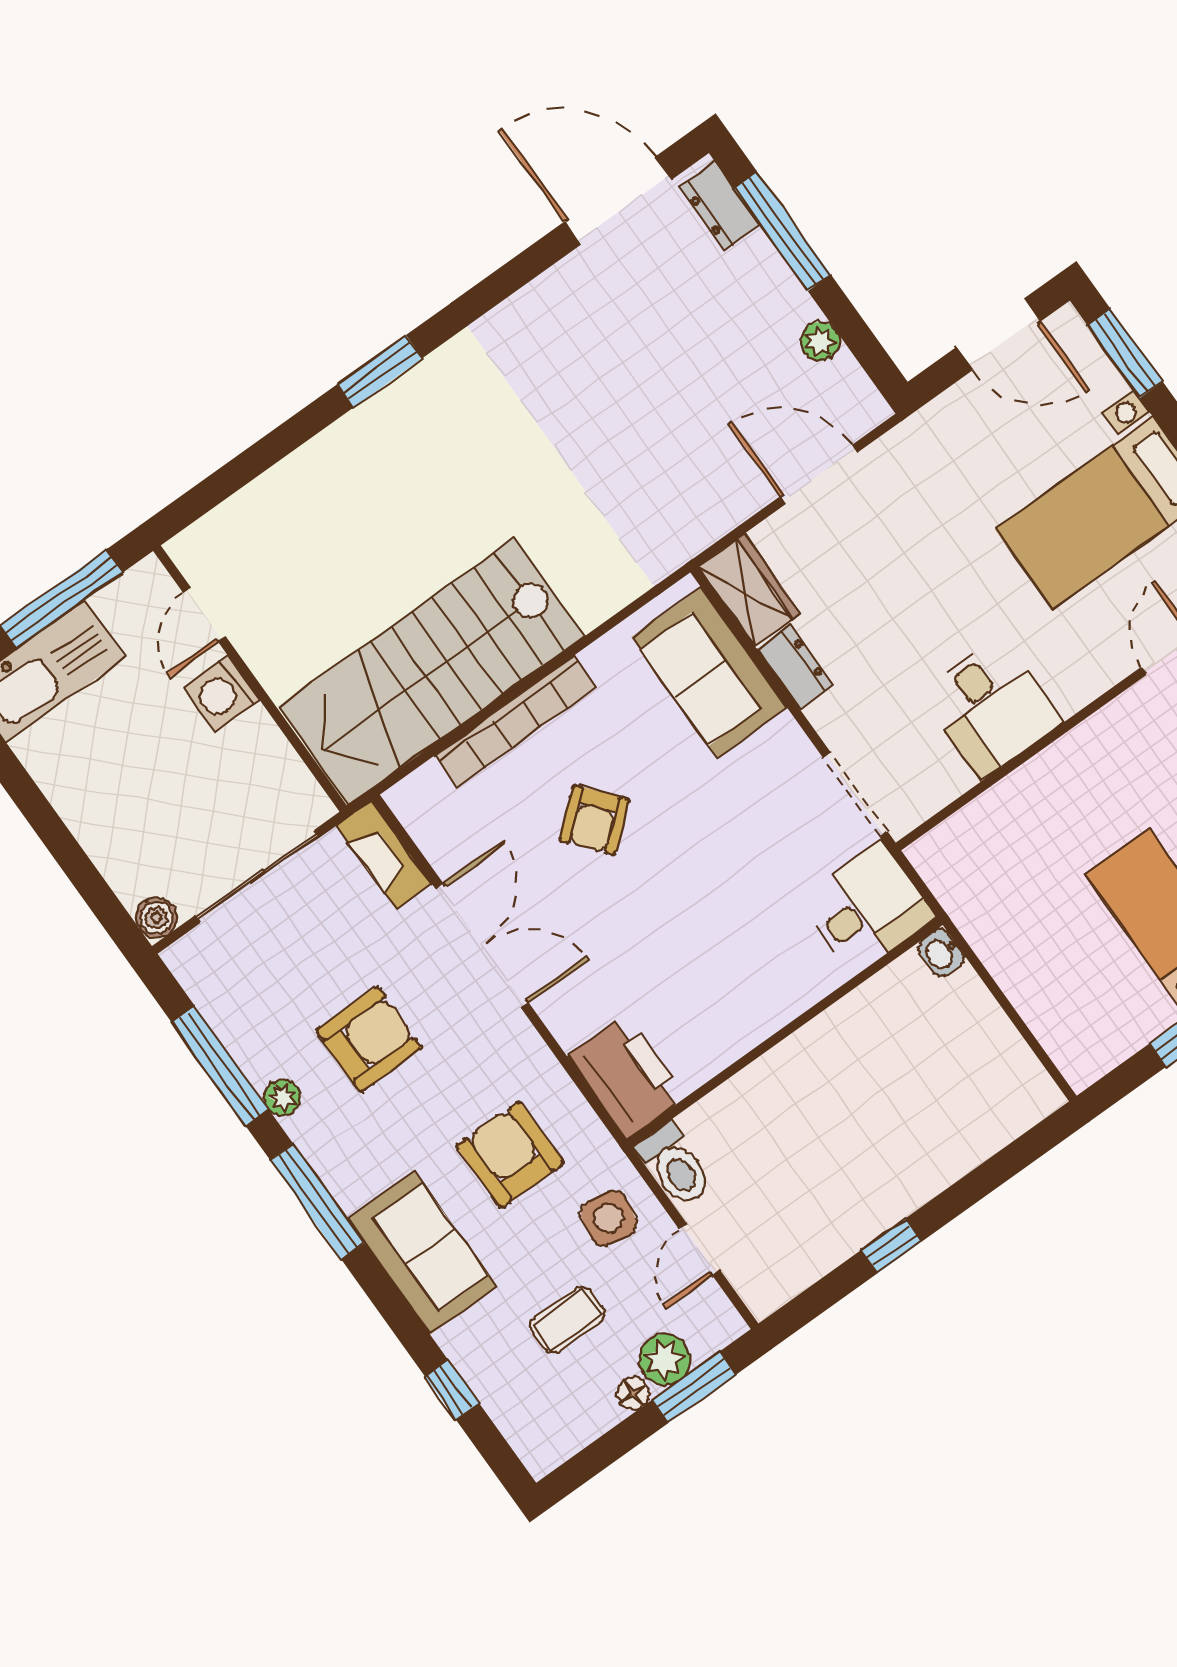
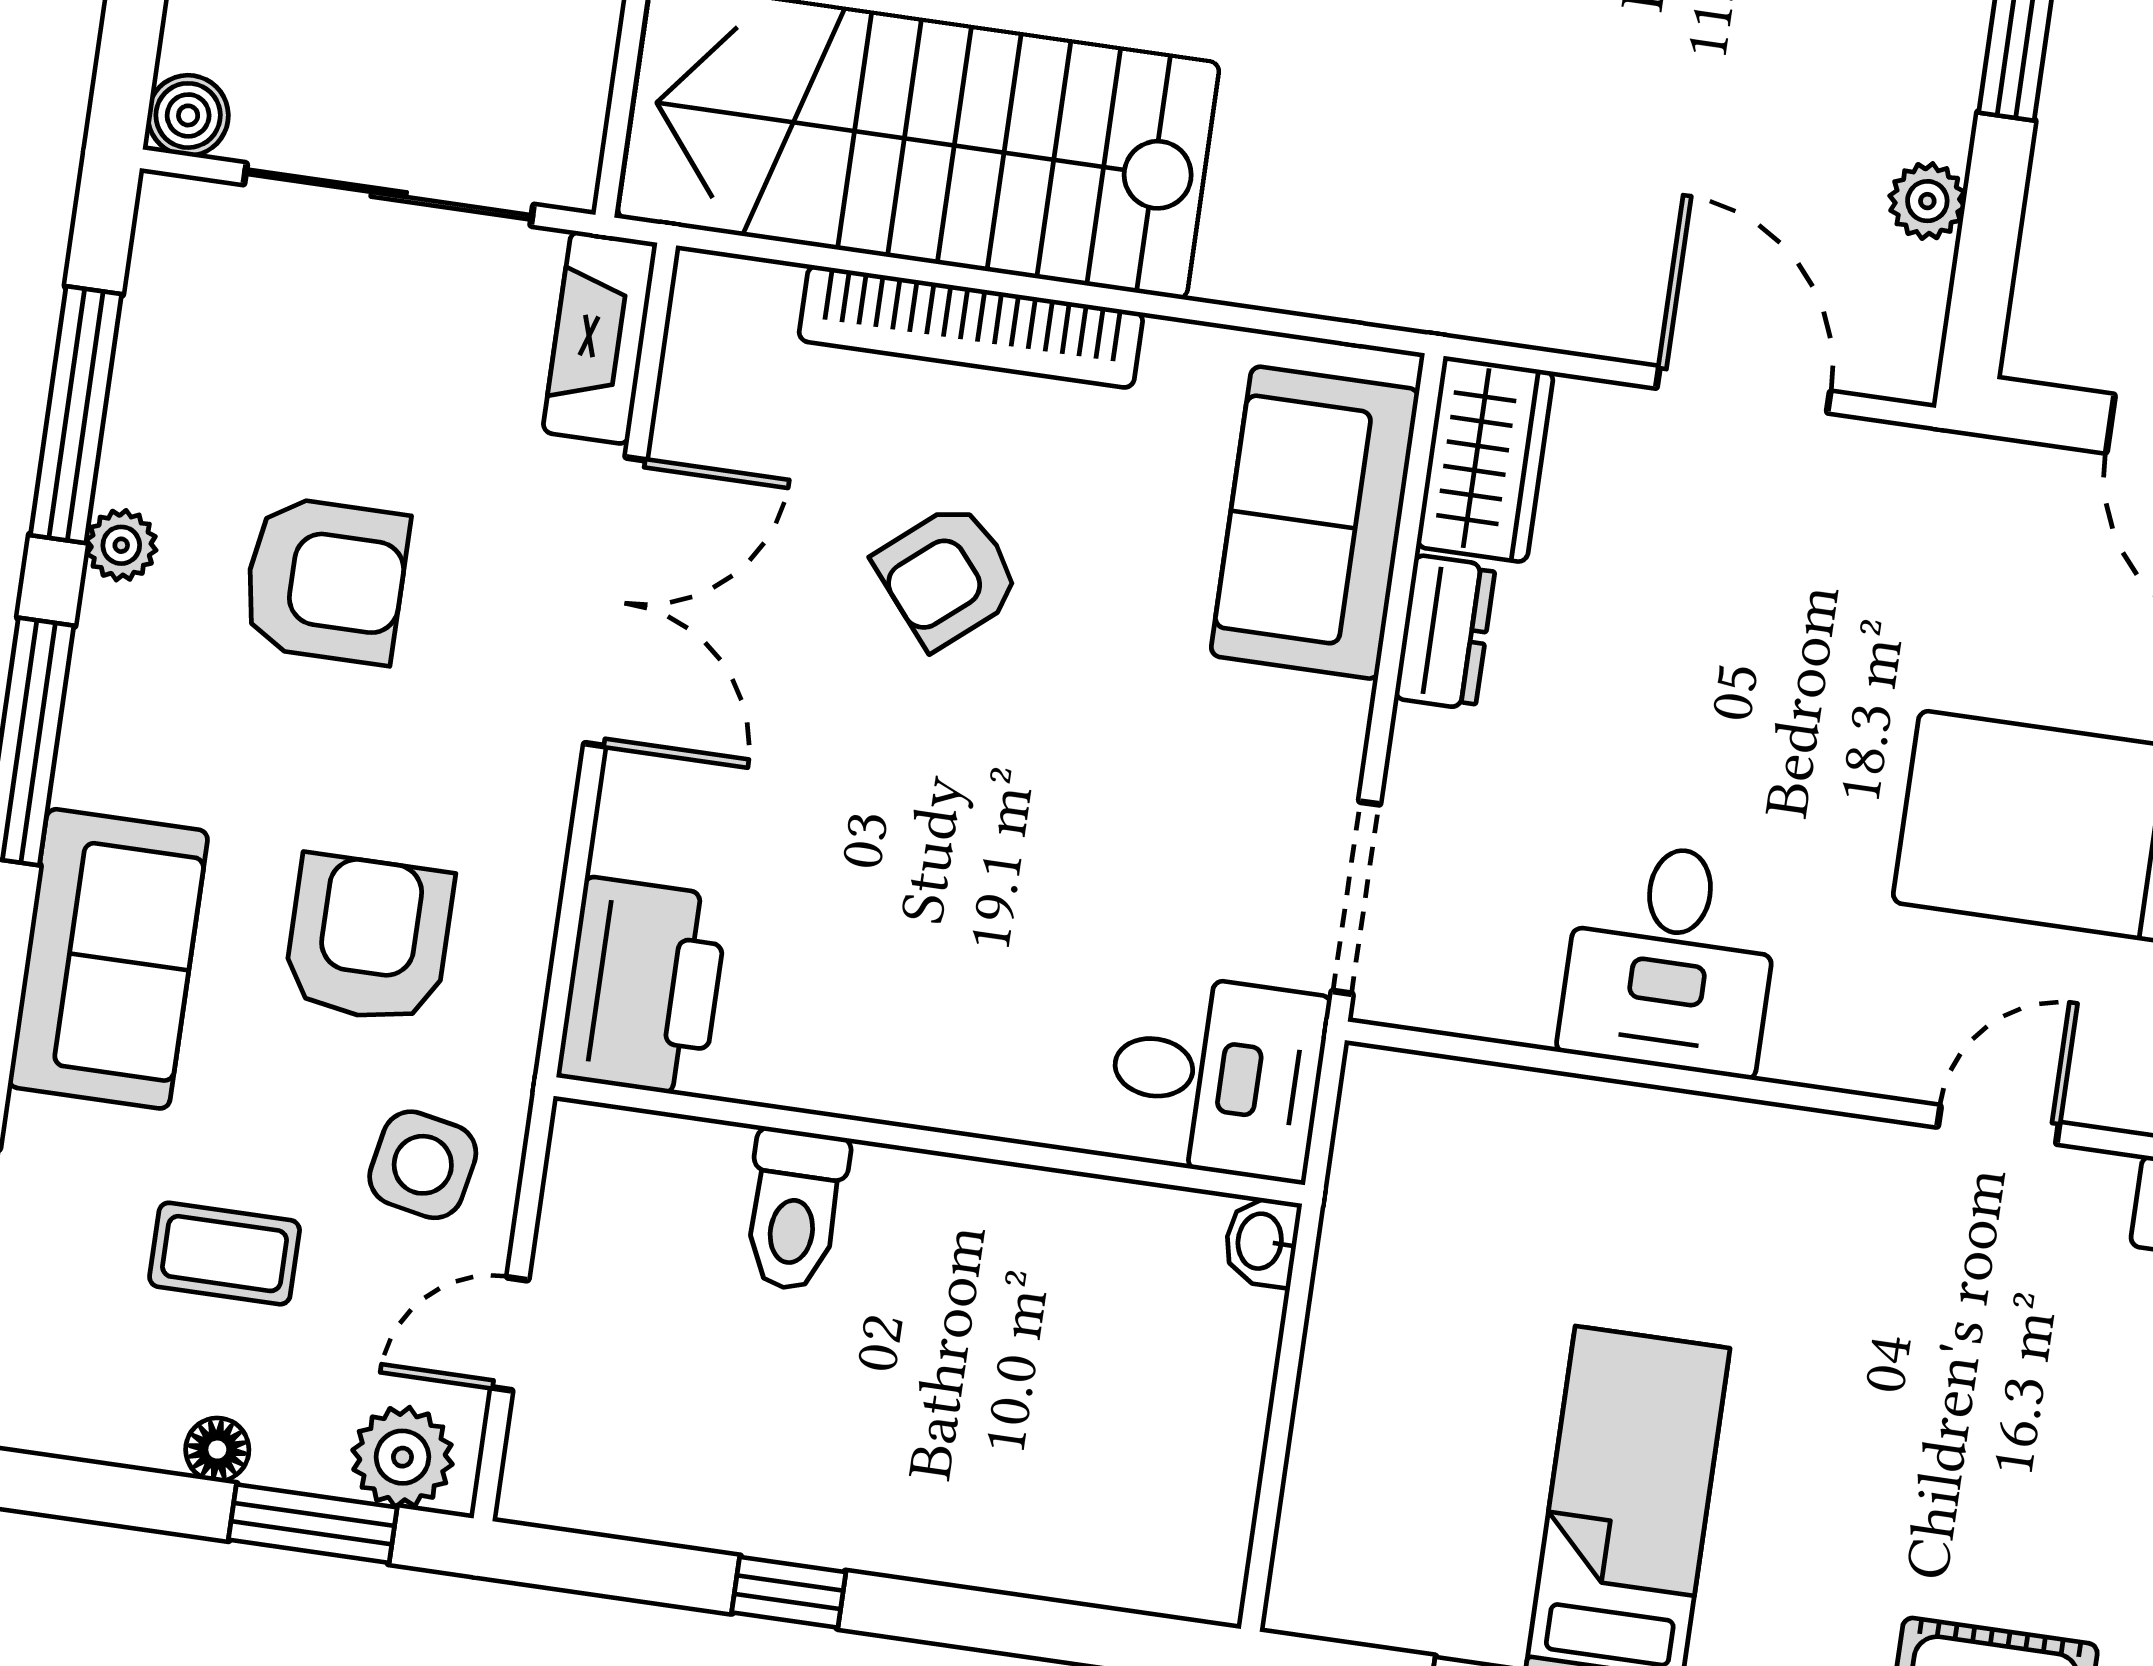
toilet: (675, 1165) -> (795, 1210), moved
plant: (665, 1360) -> (402, 1457), moved

